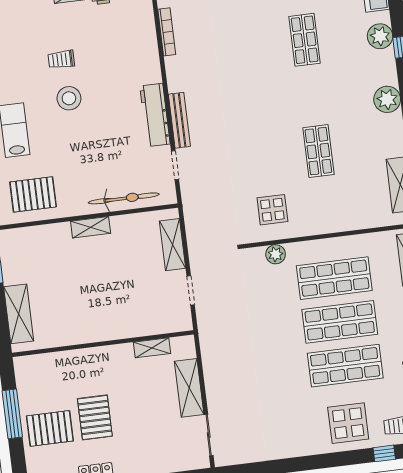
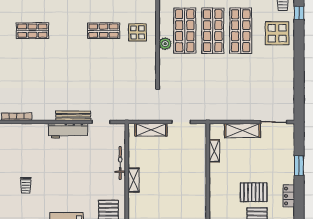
stool: (69, 98) -> (51, 184), removed
bicycle: (124, 198) -> (120, 163), width x0.73, depth x0.71
display table: (272, 210) -> (137, 32), moved
plant: (276, 254) -> (165, 44), moved

